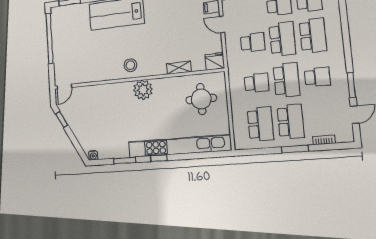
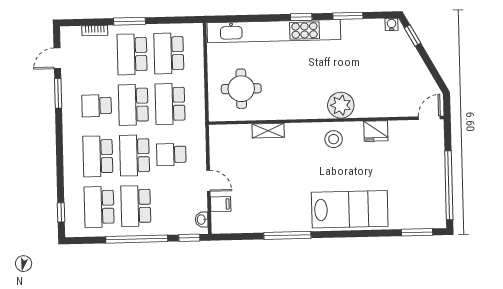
fridge: (215, 61) -> (376, 131), moved
school desk: (257, 83) -> (170, 104), width x1.85
plant: (143, 90) -> (341, 105), moved
window: (62, 120) -> (413, 35), moved

